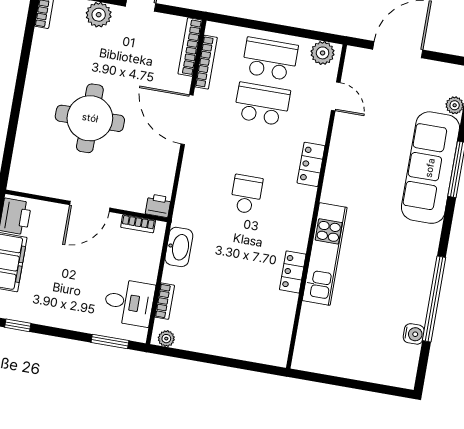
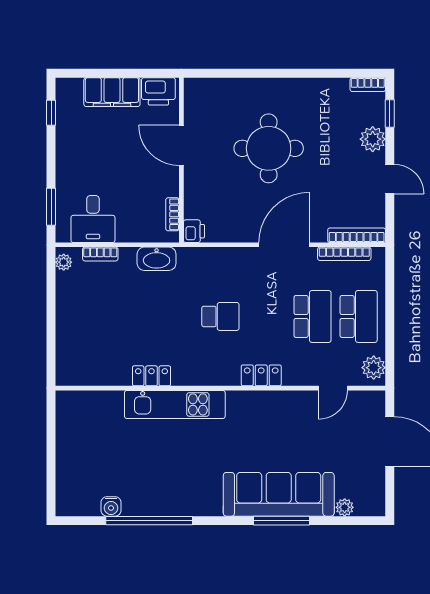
door: (90, 206) -> (181, 145), moved

